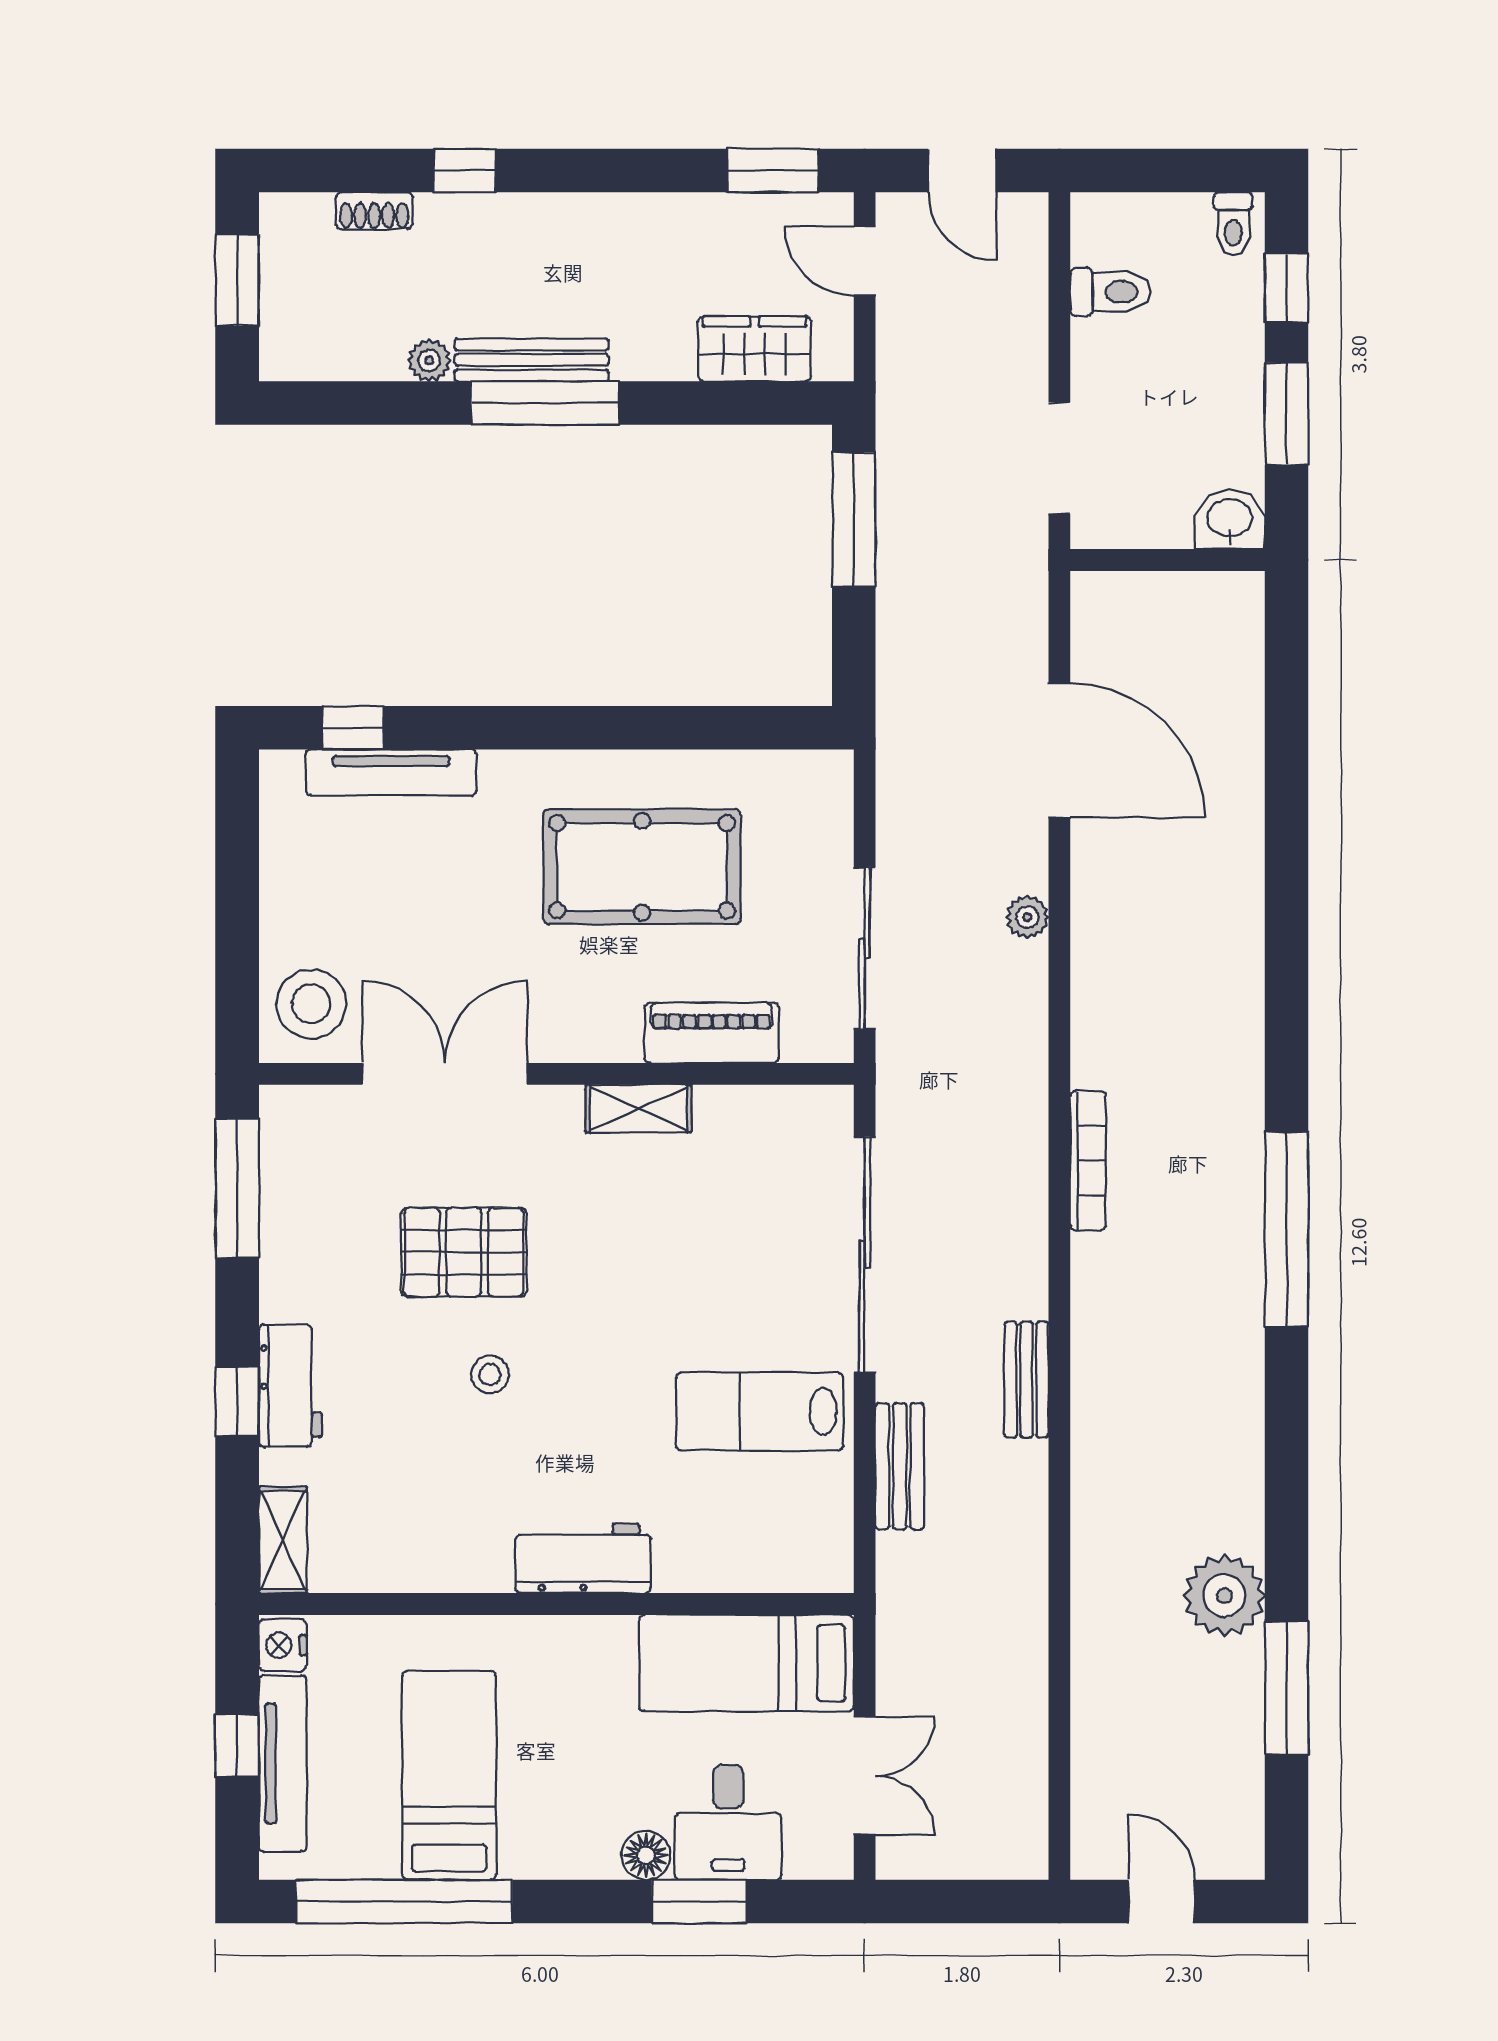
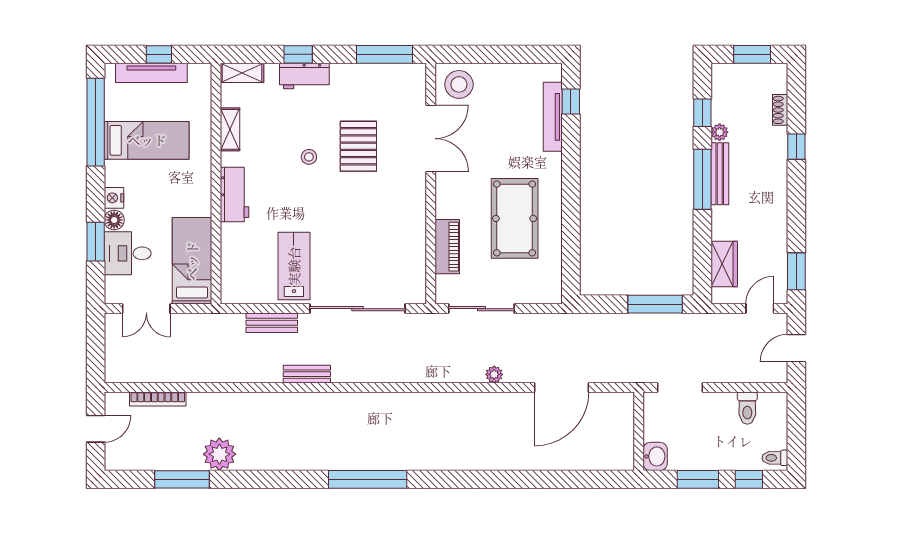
window: (381, 403) -> (702, 113), added
shelving: (638, 1109) -> (230, 129), moved
bookcase: (1088, 1161) -> (158, 399), moved
nightstand: (283, 1645) -> (114, 198), moved, turned -90

